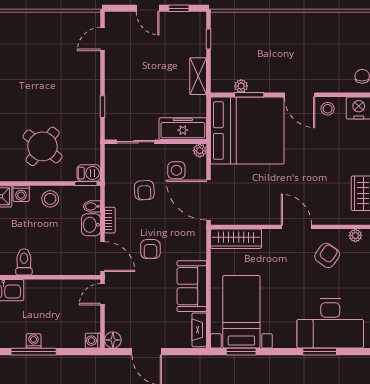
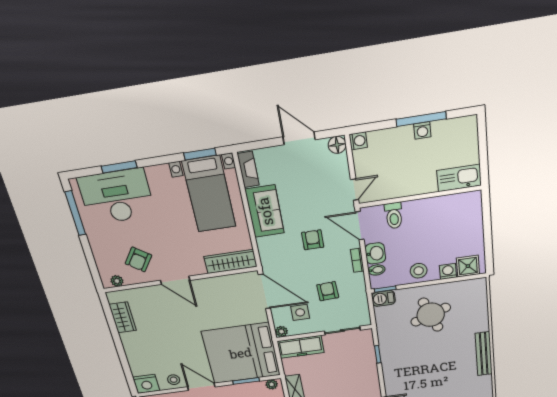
plant: (241, 86) -> (272, 384), moved
round table: (43, 146) -> (431, 315), turned 31
toilet: (24, 262) -> (394, 216), moved

